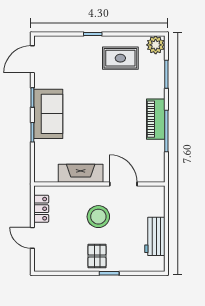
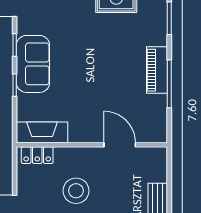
fireplace: (81, 173) -> (42, 133), moved
locker: (41, 209) -> (37, 155), moved, turned 90
stool: (98, 217) -> (76, 191), moved

